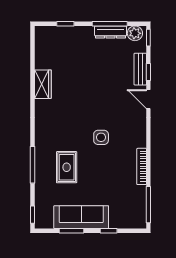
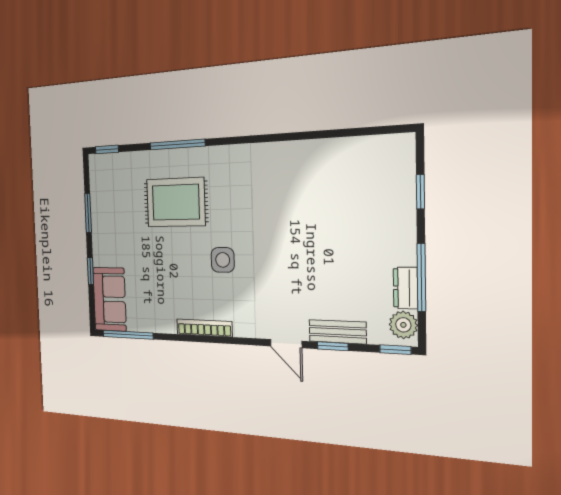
dresser: (111, 32) -> (405, 288), width x0.70
wardrobe: (43, 84) -> (308, 155), removed
door: (148, 99) -> (286, 344), swing flipped
bookcase: (142, 166) -> (204, 328), moved
rug: (67, 167) -> (176, 202), width x1.36, depth x1.43
sofa: (81, 217) -> (110, 299), moved, width x0.73

